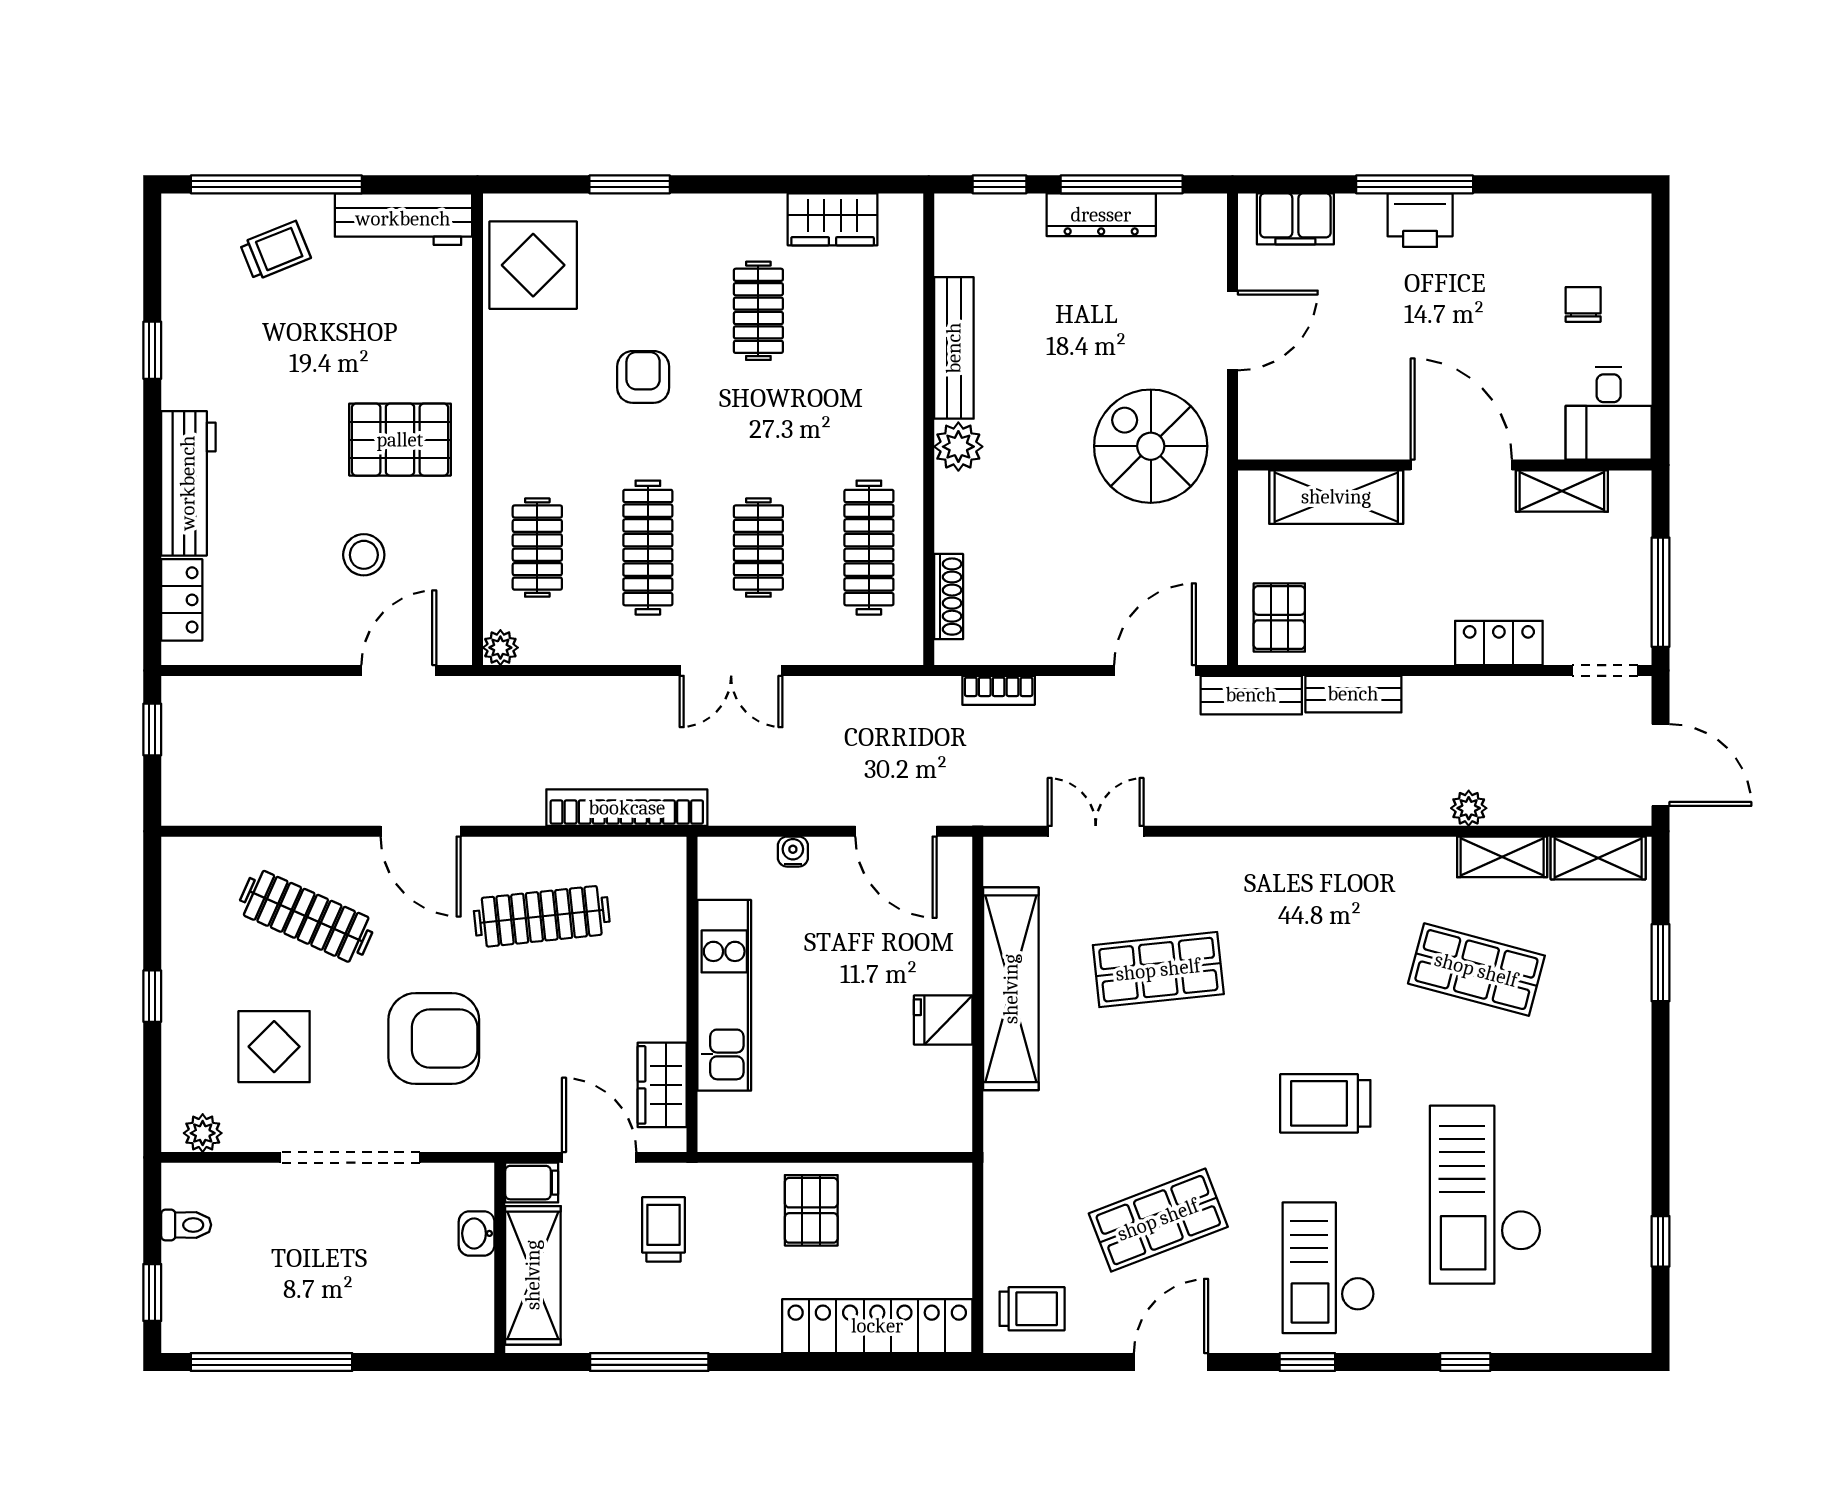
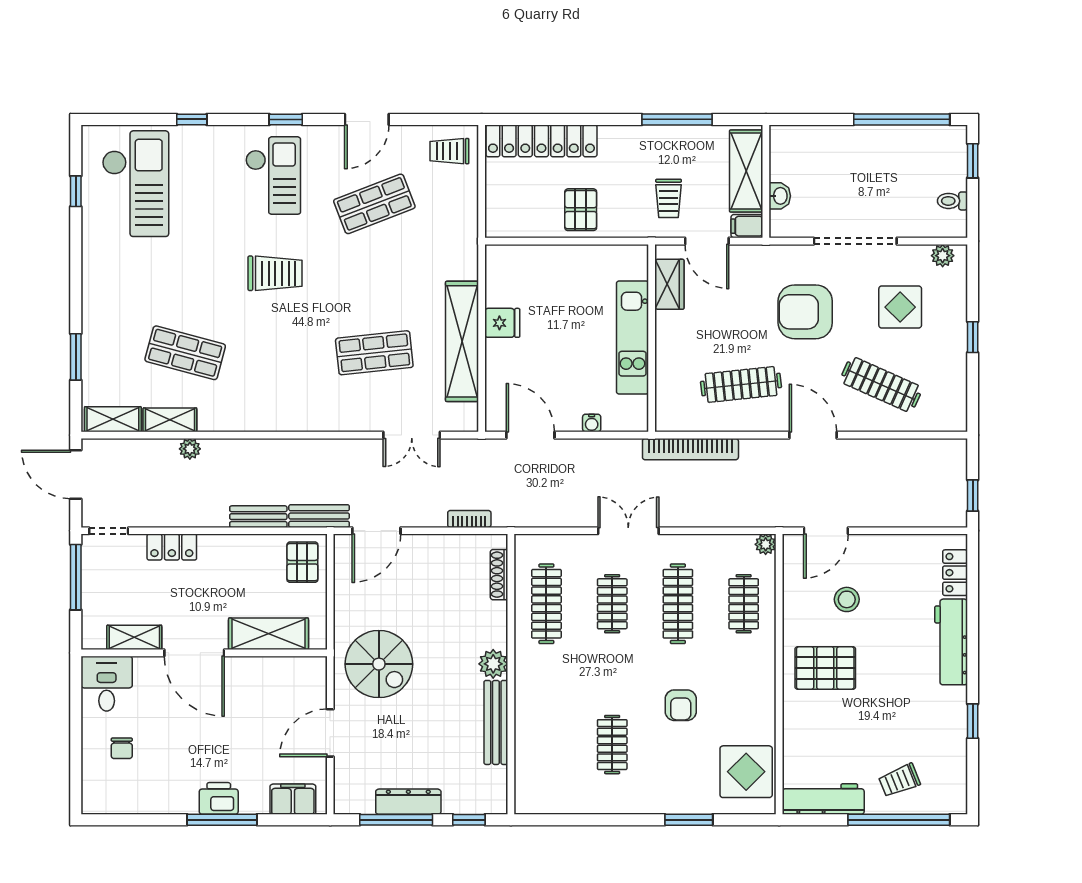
wardrobe: (833, 219) -> (568, 799), removed
checkout: (1485, 1195) -> (135, 184), moved

